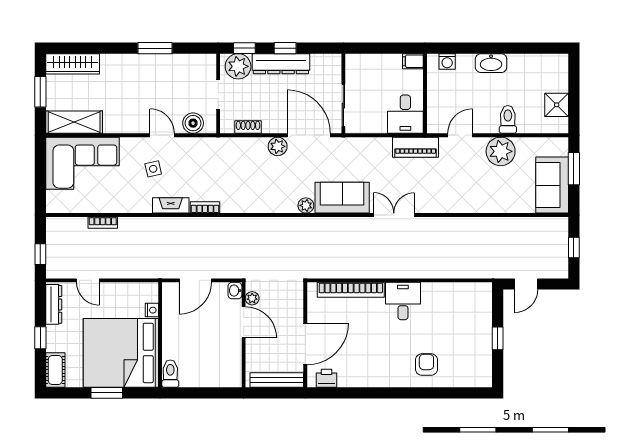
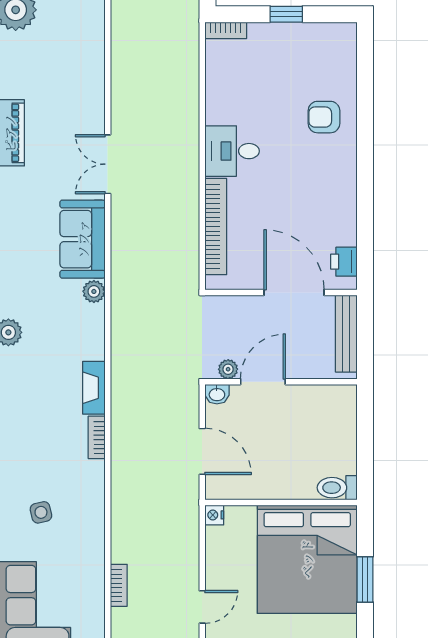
fireplace: (171, 205) -> (94, 388), moved
bookcase: (486, 297) -> (226, 30), added
nightstand: (152, 310) -> (214, 515), moved, turned -90

